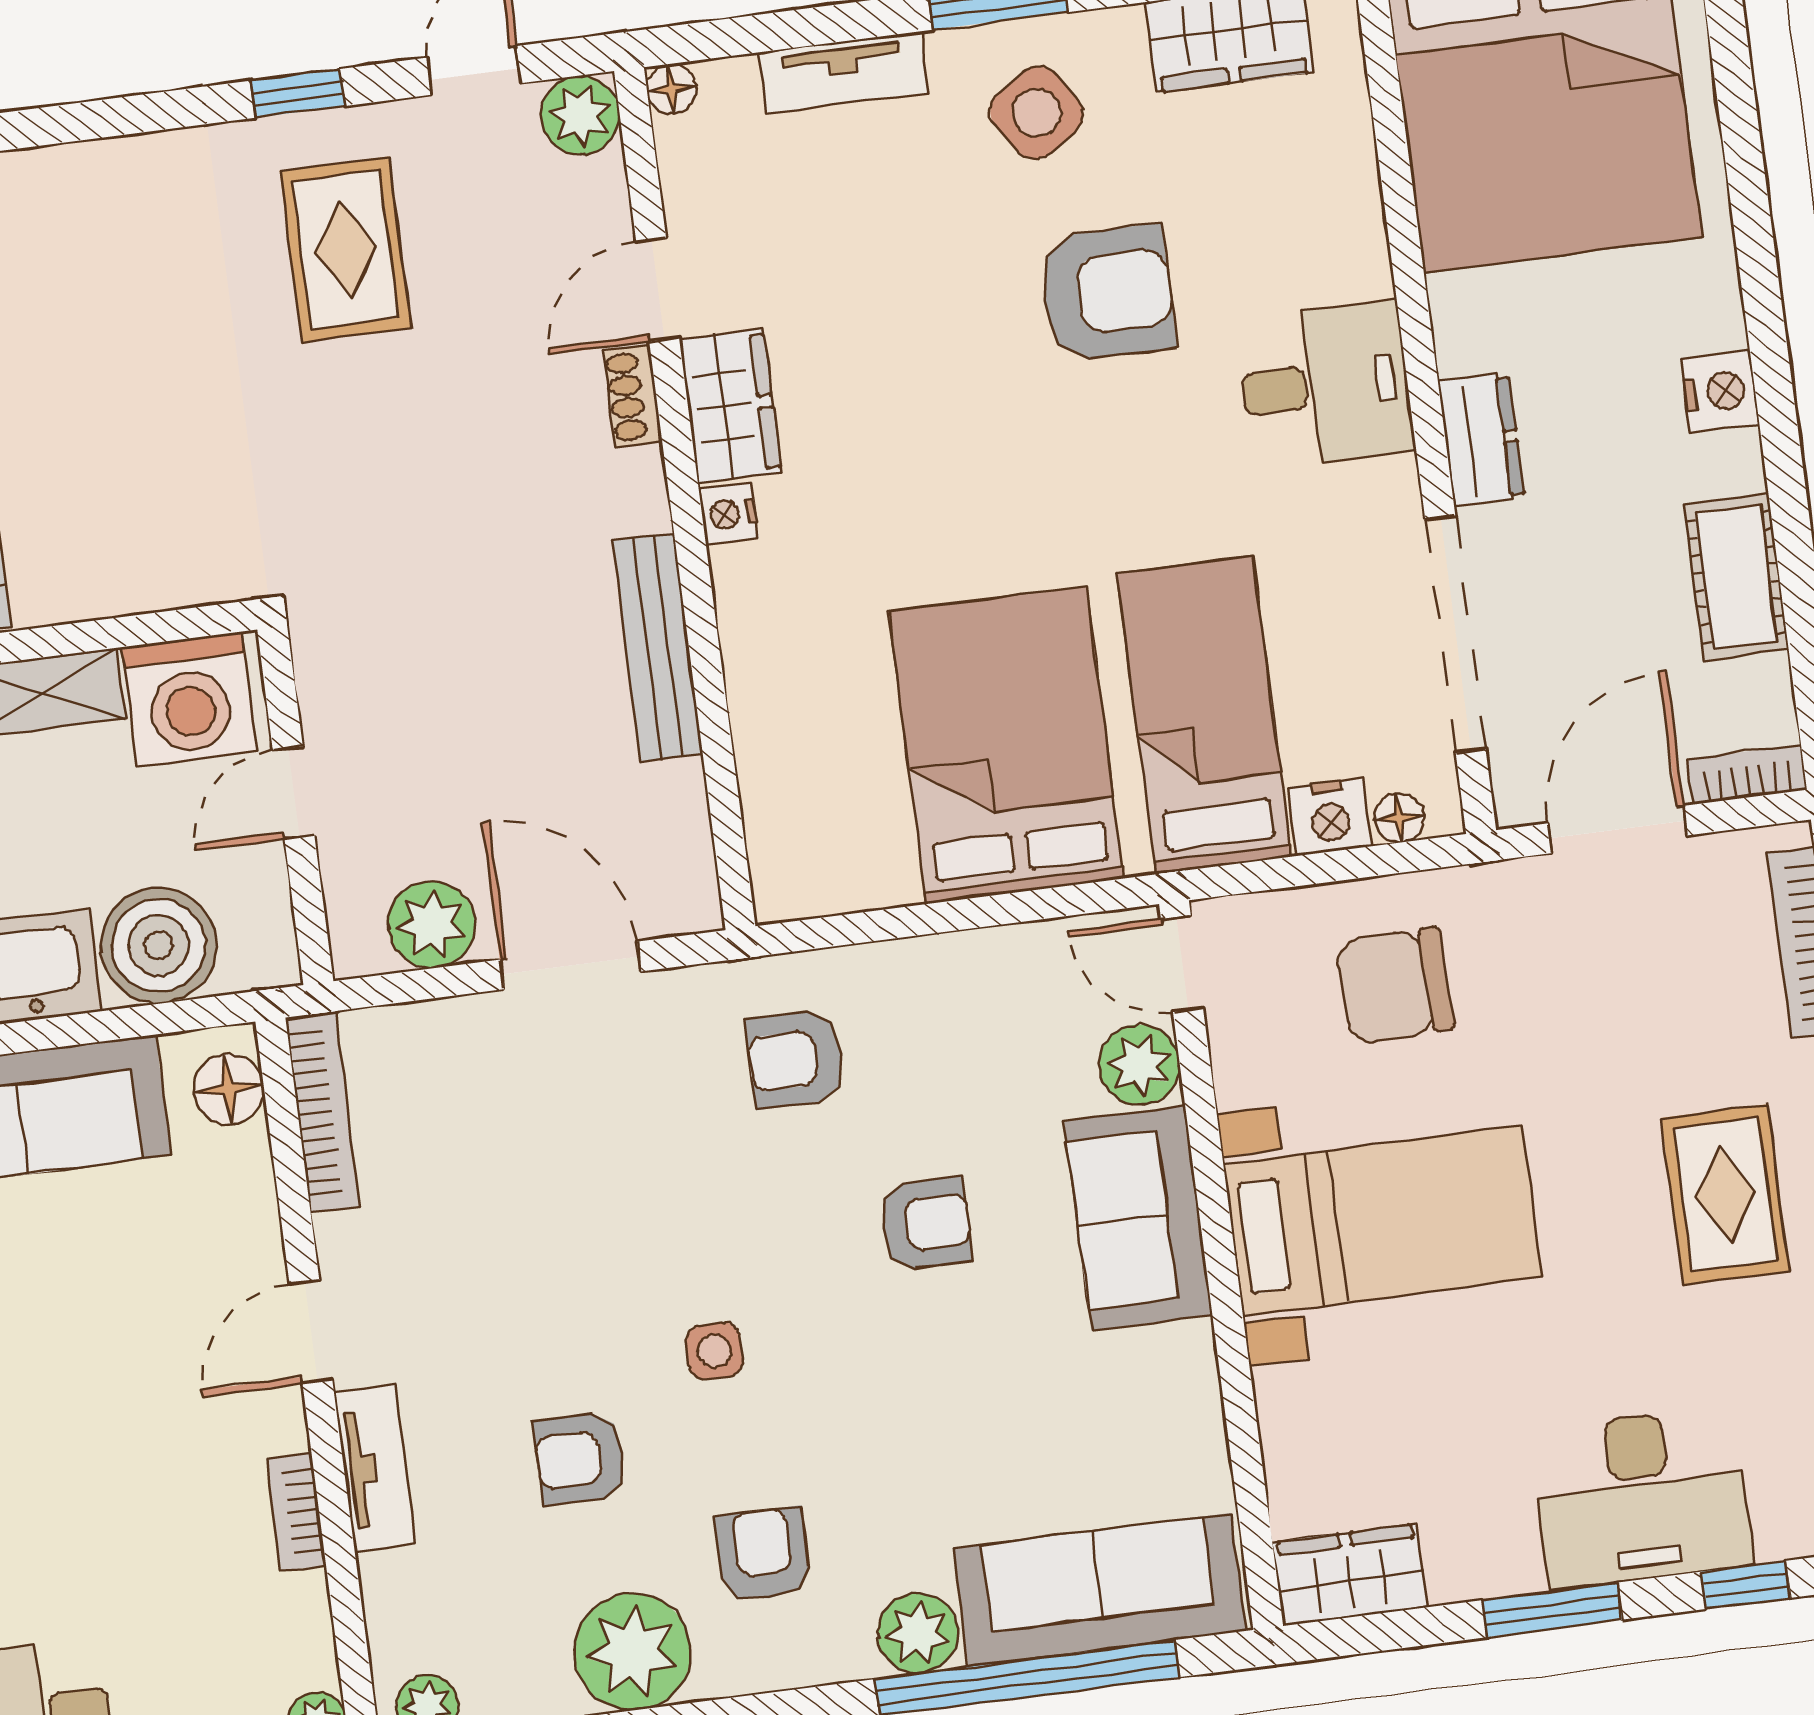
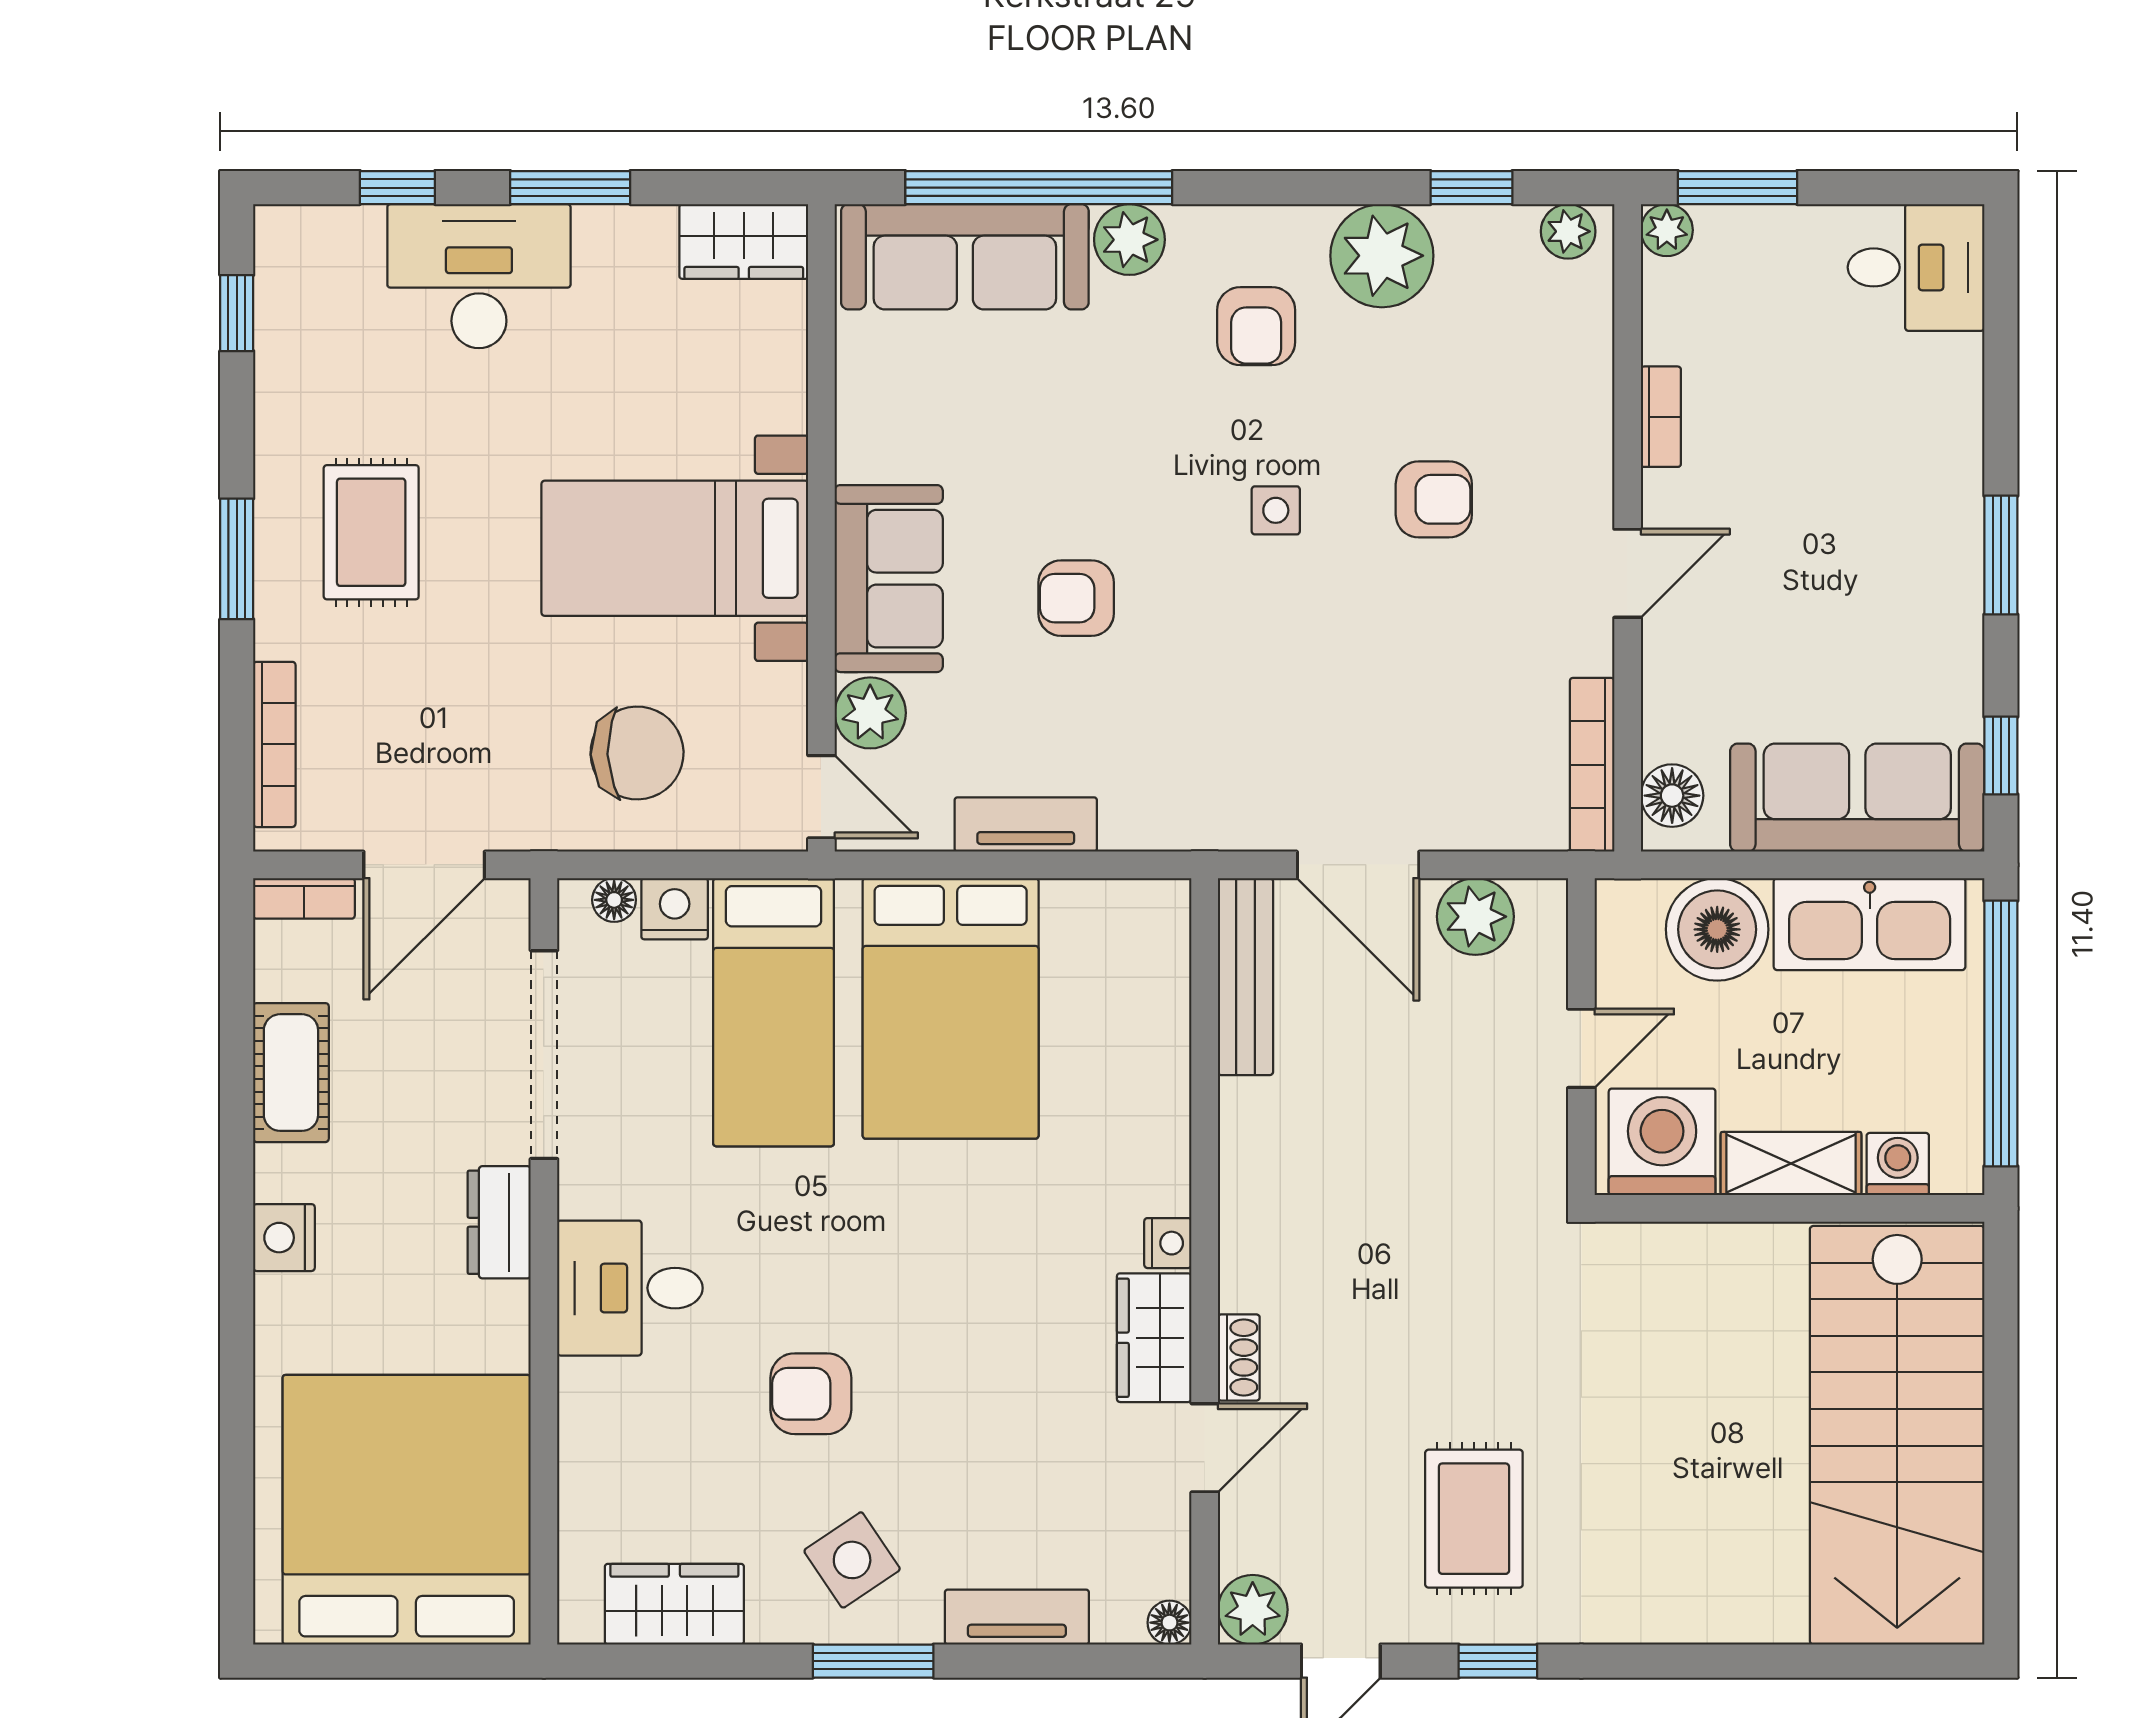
armchair: (1107, 293) -> (811, 1394), width x0.72, depth x0.72
bench: (658, 647) -> (1245, 977), moved
armchair: (795, 1059) -> (1172, 757), removed
armchair: (580, 1458) -> (1434, 499), moved
tv unit: (375, 1468) -> (1026, 824), moved, turned 90

